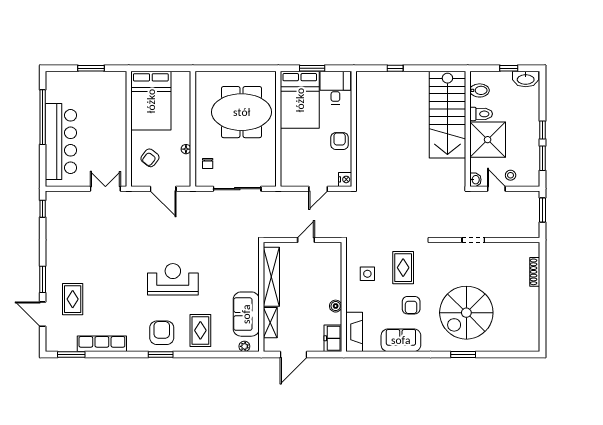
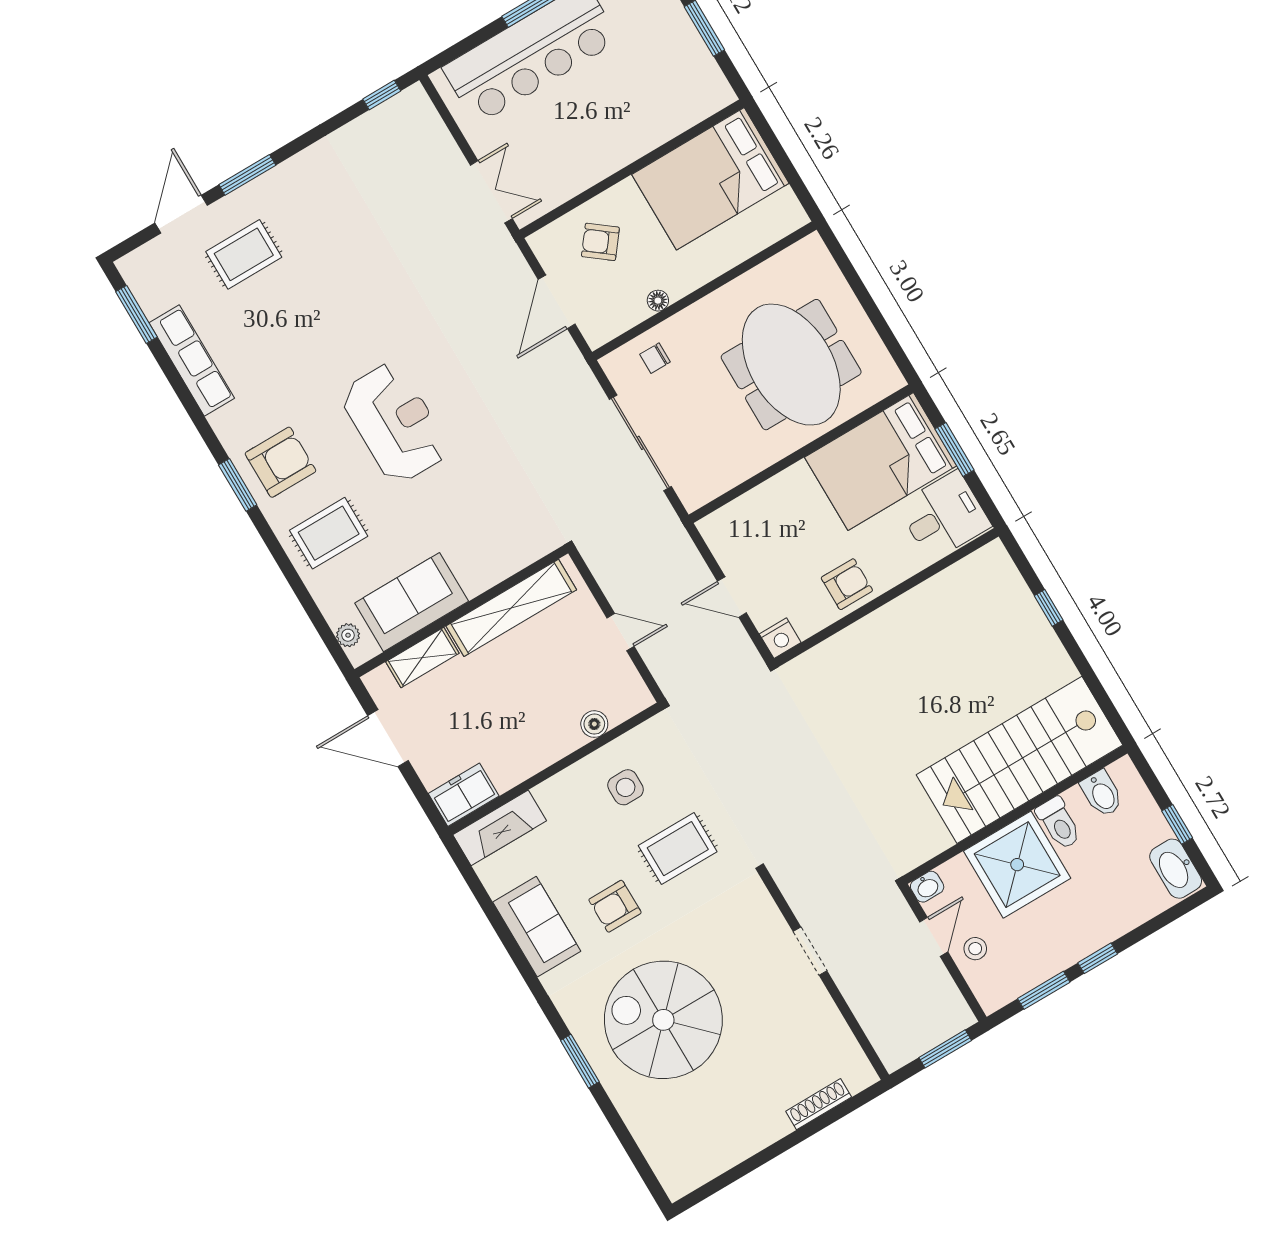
boiler: (336, 306) -> (594, 724), moved

